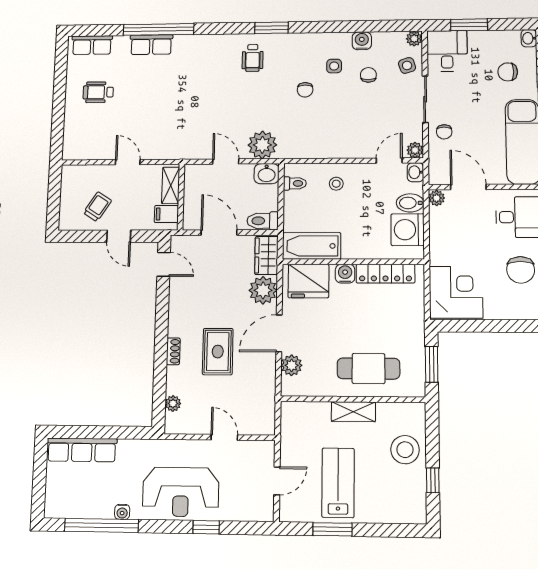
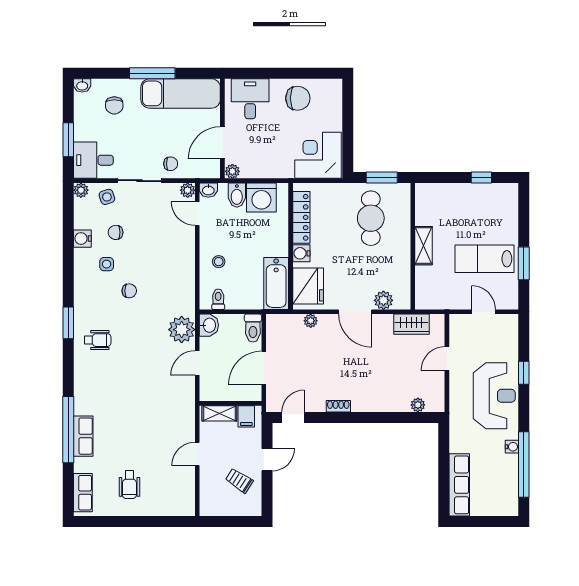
wardrobe: (266, 255) -> (411, 324), moved
plant: (263, 290) -> (311, 321), width x0.53, depth x0.53
shoe rack: (173, 351) -> (338, 406), moved
rug: (218, 352) -> (372, 366), removed
cafe table: (368, 369) -> (371, 218), moved
stool: (405, 450) -> (456, 201), removed

